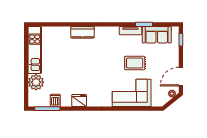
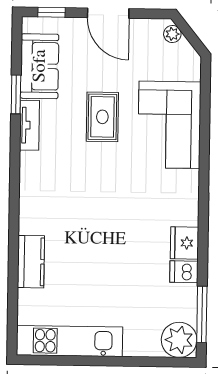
kitchen counter: (83, 32) -> (31, 262), moved
door: (181, 77) -> (108, 13), moved
plant: (36, 82) -> (179, 340), moved
dishwasher: (55, 100) -> (184, 272), moved

